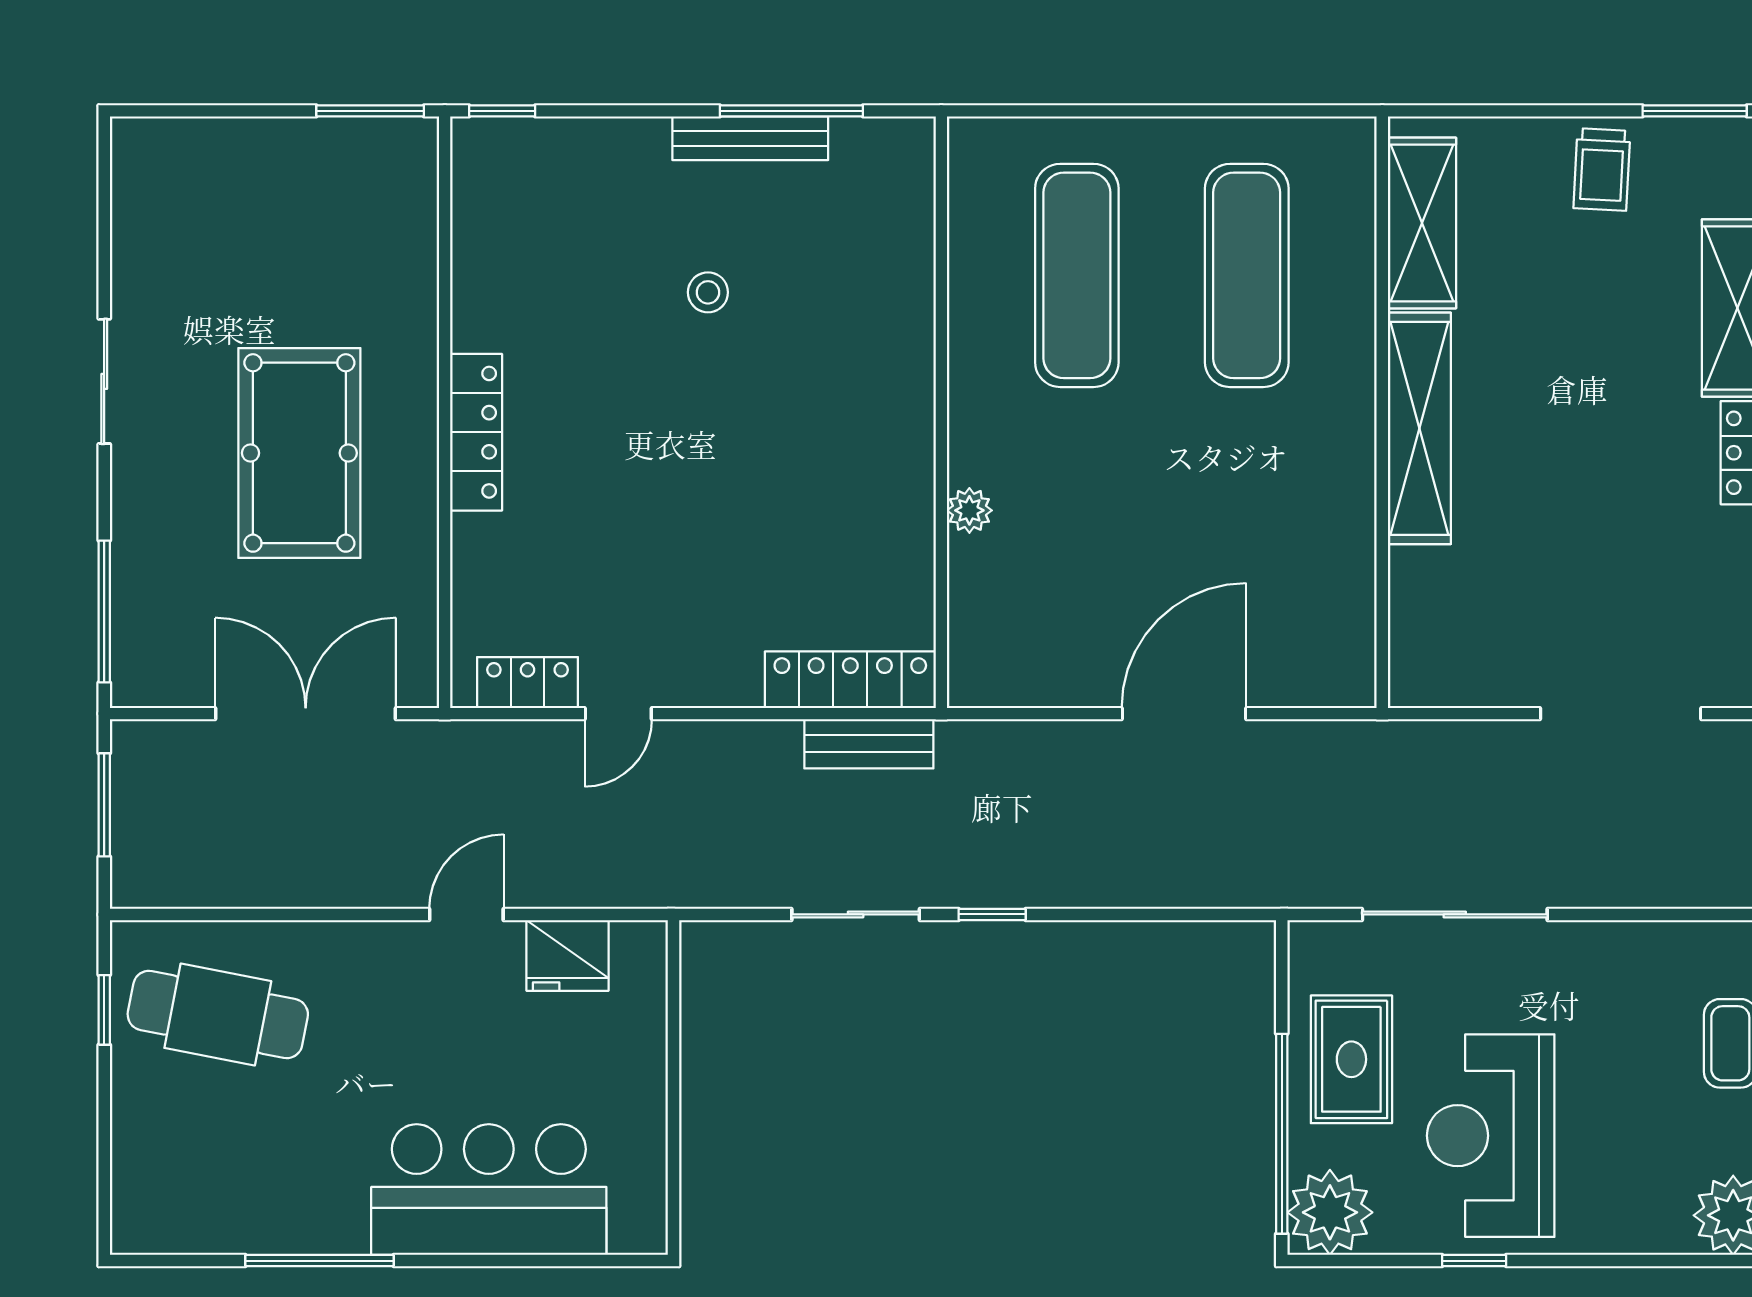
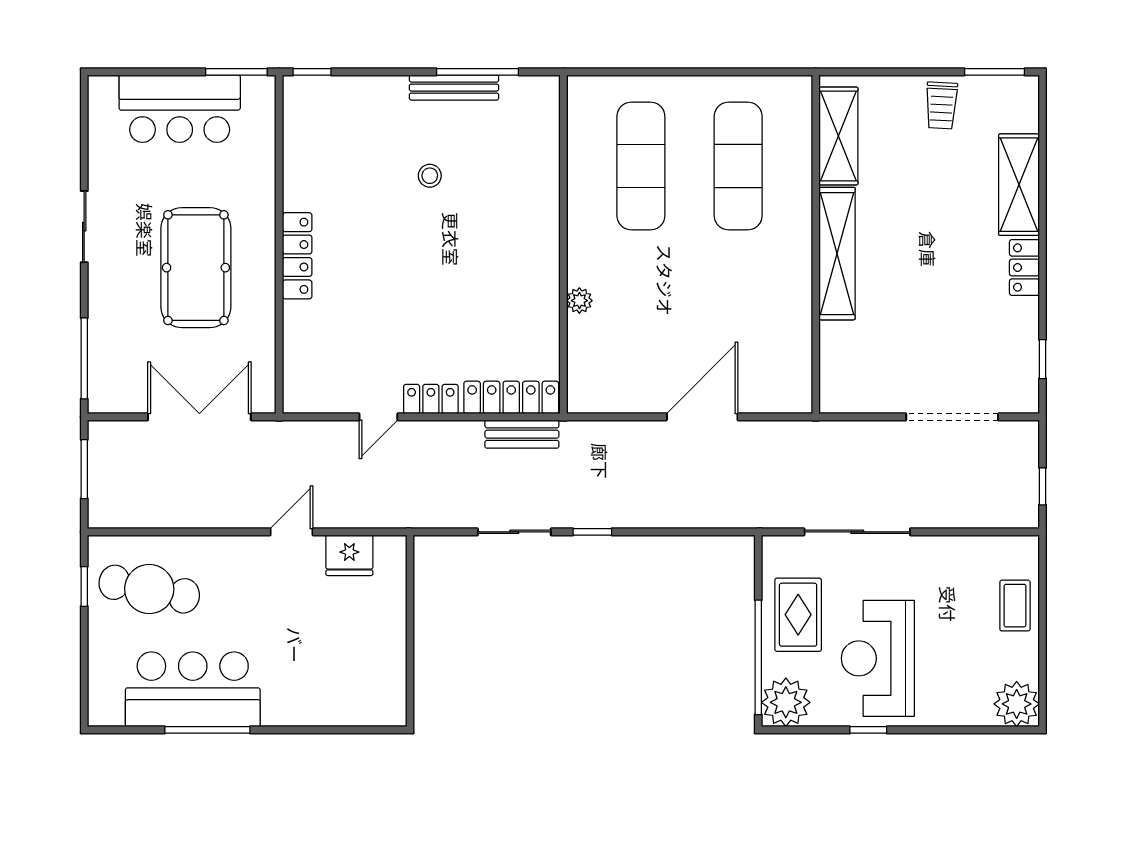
bar counter: (271, 175) -> (180, 109), added
locker: (528, 683) -> (431, 399), moved
bar counter: (489, 1190) -> (193, 689), moved

